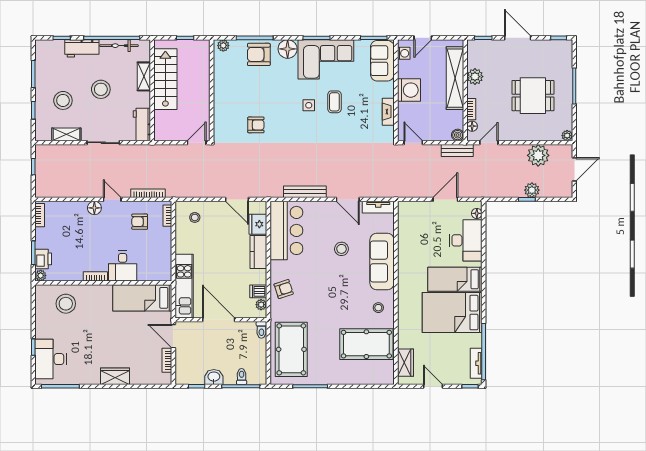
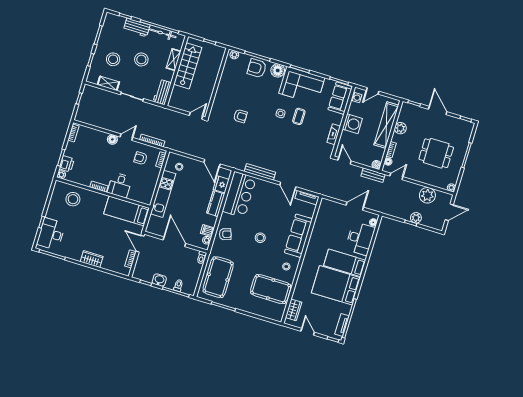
door: (112, 199) -> (126, 137), hinge flipped
stool: (341, 249) -> (260, 238), moved
kitchen unit: (184, 286) -> (163, 194), moved

